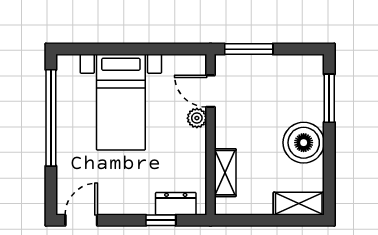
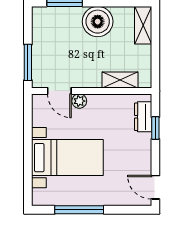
door: (210, 91) -> (59, 91), hinge flipped
window: (51, 118) -> (79, 210), width x0.68

